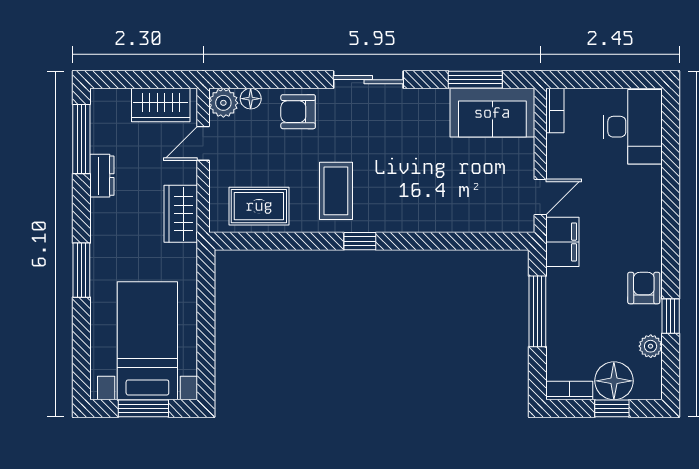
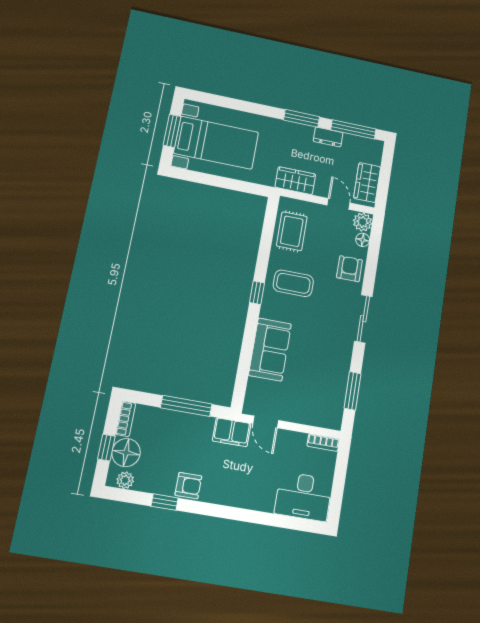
sofa: (492, 113) -> (270, 349), moved, turned 180
window: (81, 270) -> (302, 118), moved
plant: (651, 346) -> (125, 480), moved

